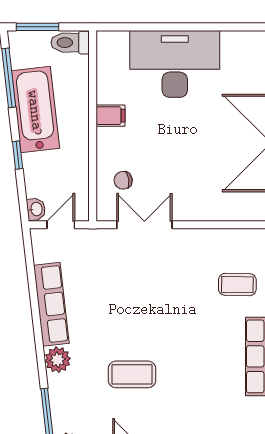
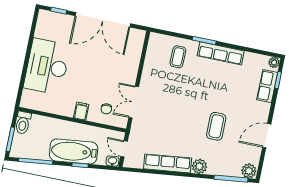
bathtub: (35, 110) -> (74, 151), moved
filing cabinet: (111, 116) -> (81, 111), moved

